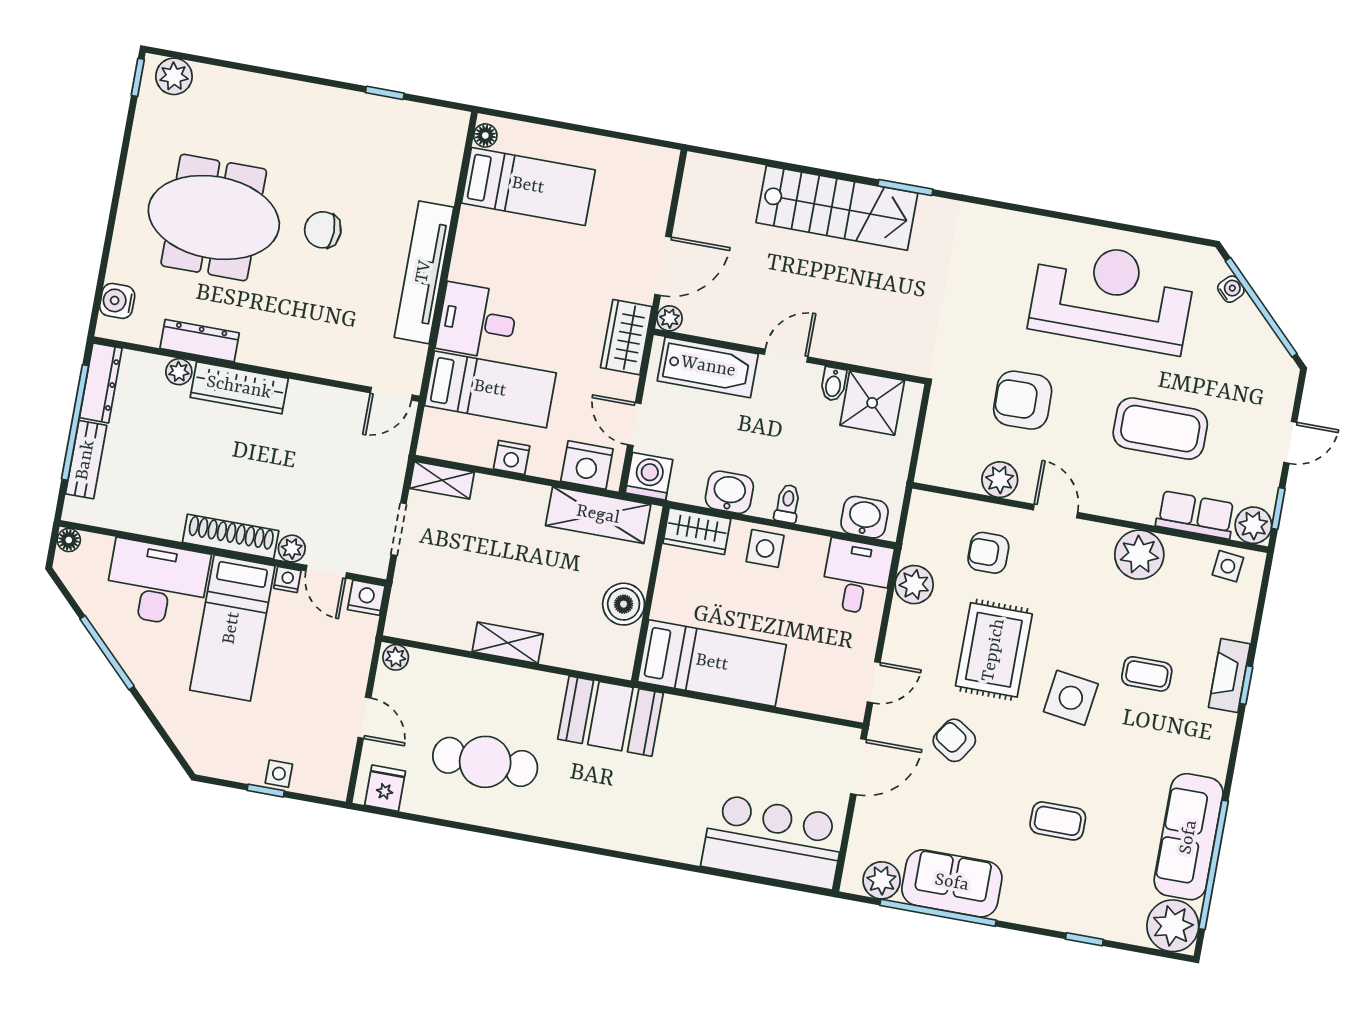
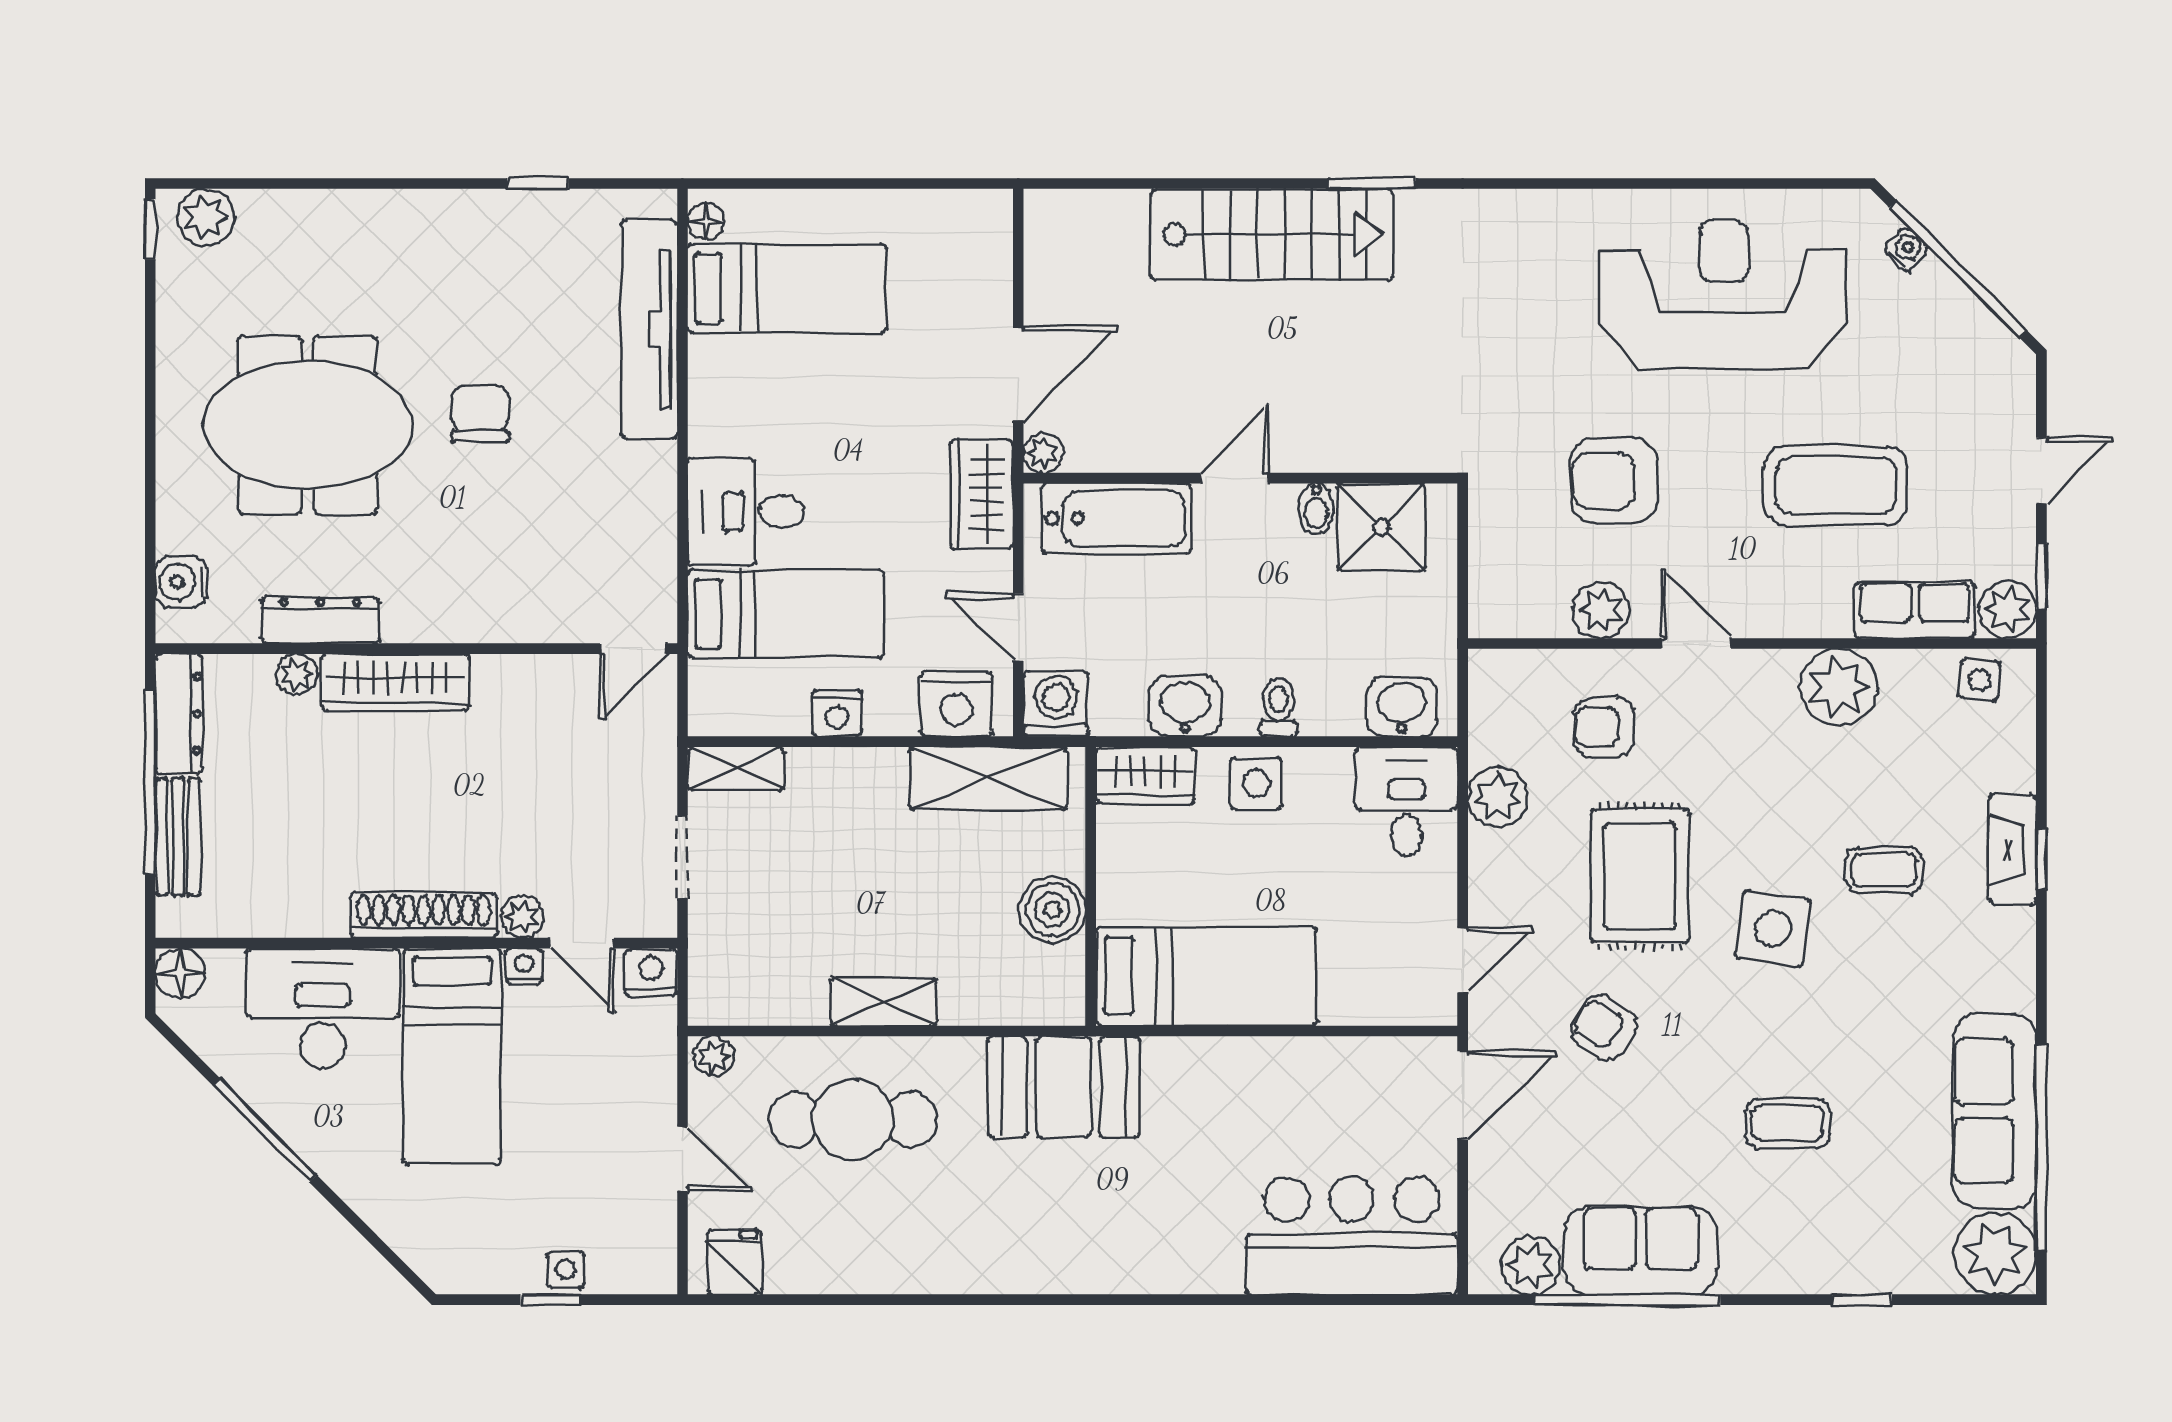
chair: (323, 230) -> (480, 414), turned 90
tv unit: (424, 272) -> (649, 329), moved
floor lamp: (69, 540) -> (180, 973), width x1.37, depth x1.37
cafe table: (485, 762) -> (853, 1120), moved

